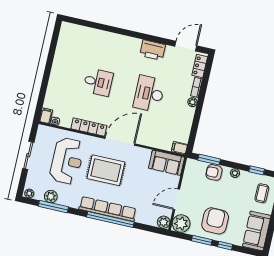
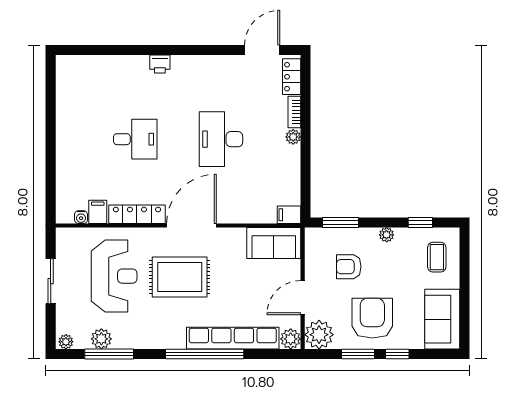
printer: (153, 50) -> (160, 64), moved, width x0.53, depth x0.68
filing cabinet: (46, 116) -> (98, 212), moved
armchair: (214, 172) -> (349, 267), moved
row of seats: (108, 209) -> (233, 338), moved

